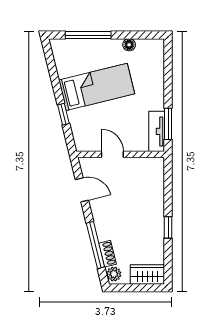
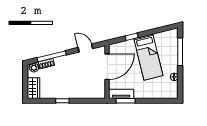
door: (112, 154) -> (107, 67), width x1.88
door: (82, 190) -> (85, 48), swing flipped

